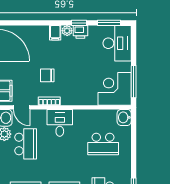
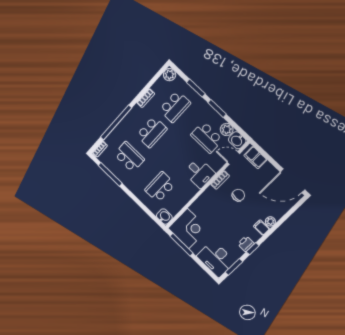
plant: (67, 31) -> (270, 221), moved

